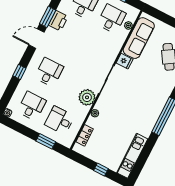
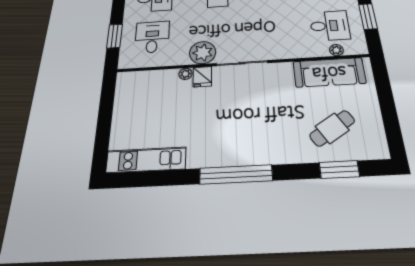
fridge: (125, 61) -> (202, 77), moved
locker: (85, 135) -> (146, 77), removed
window: (101, 170) -> (104, 126), removed

